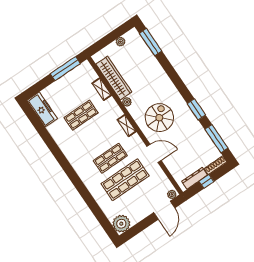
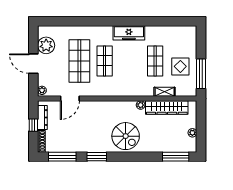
display table: (71, 90) -> (180, 66), added
freezer: (42, 109) -> (129, 33), moved
spiral stairs: (159, 118) -> (126, 136), moved
shelving: (127, 126) -> (122, 92), removed
door: (154, 153) -> (70, 99), moved
door: (164, 210) -> (33, 64), moved
plant: (121, 224) -> (46, 45), moved

